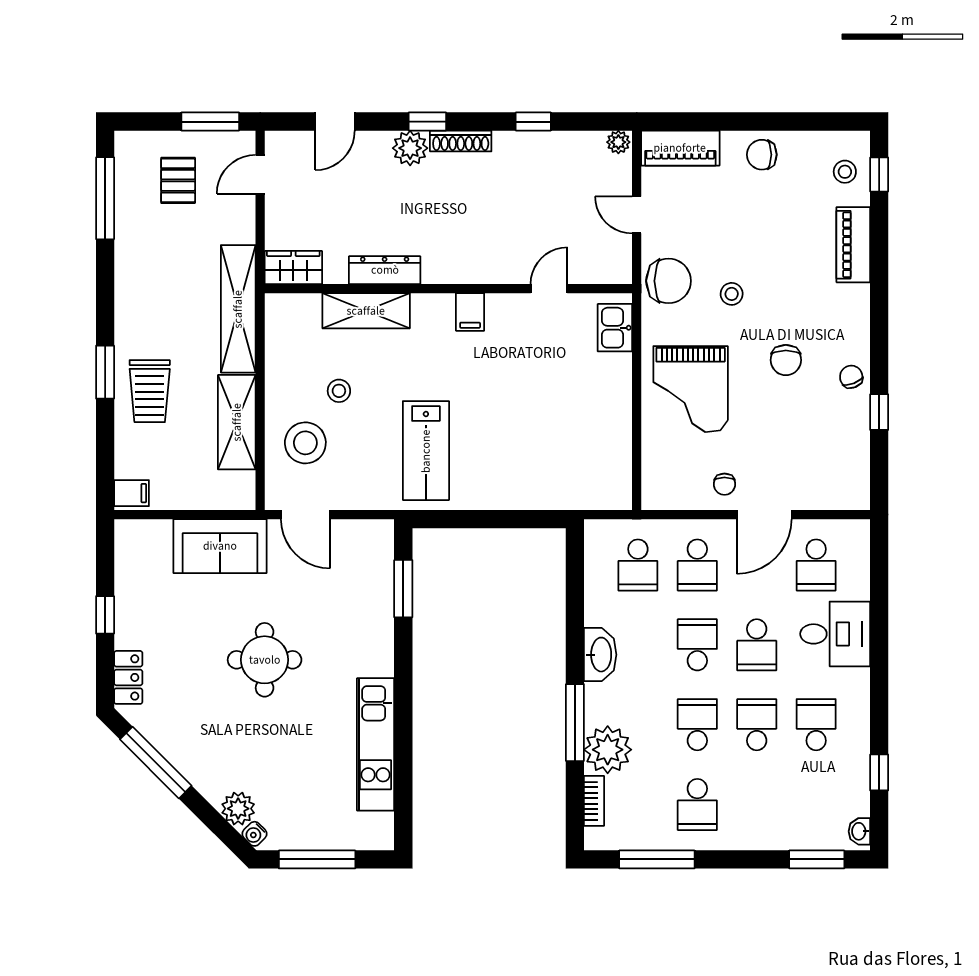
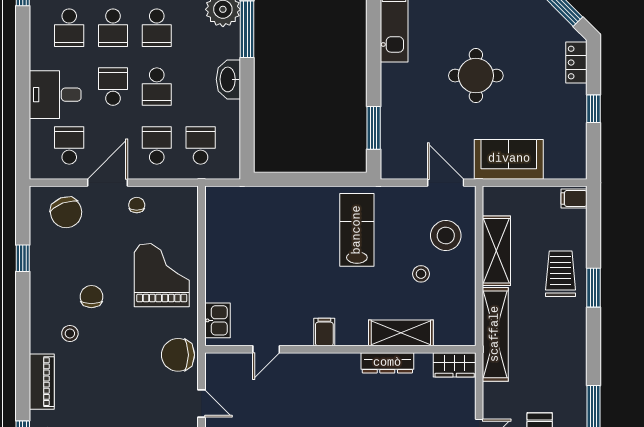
stool: (732, 294) -> (70, 333), moved
chair: (851, 377) -> (66, 212), moved, width x1.87, depth x1.87

